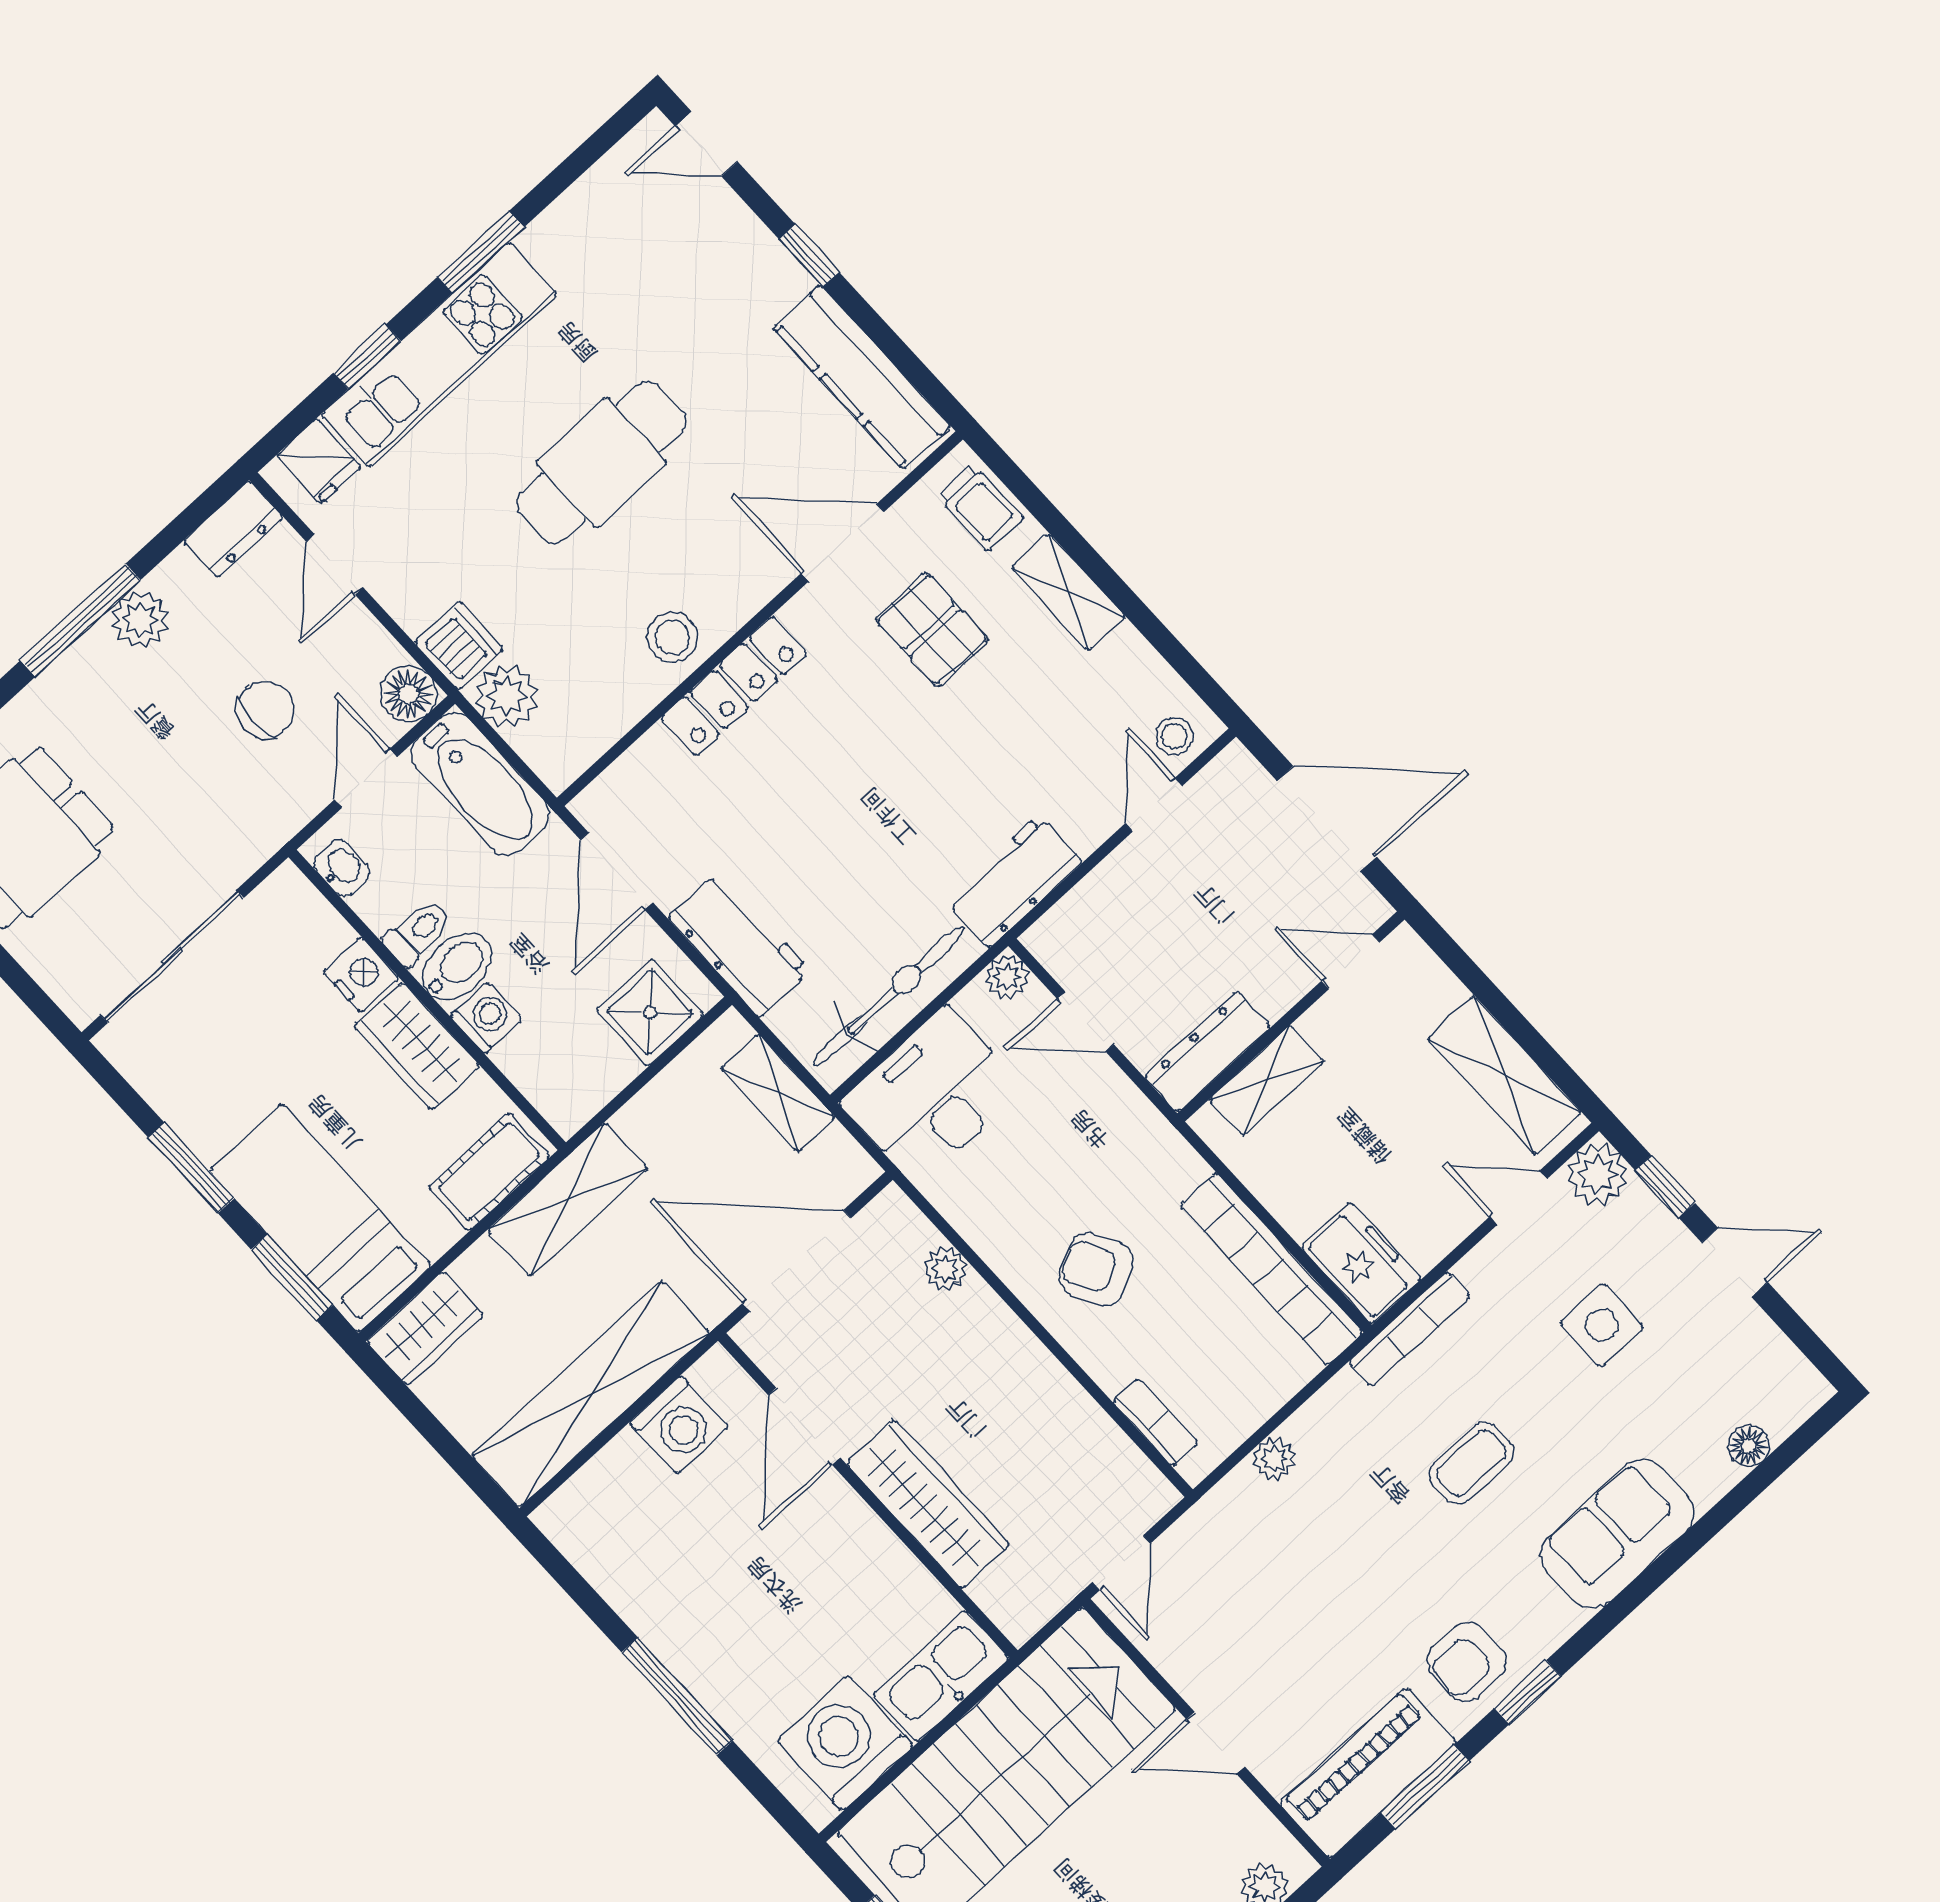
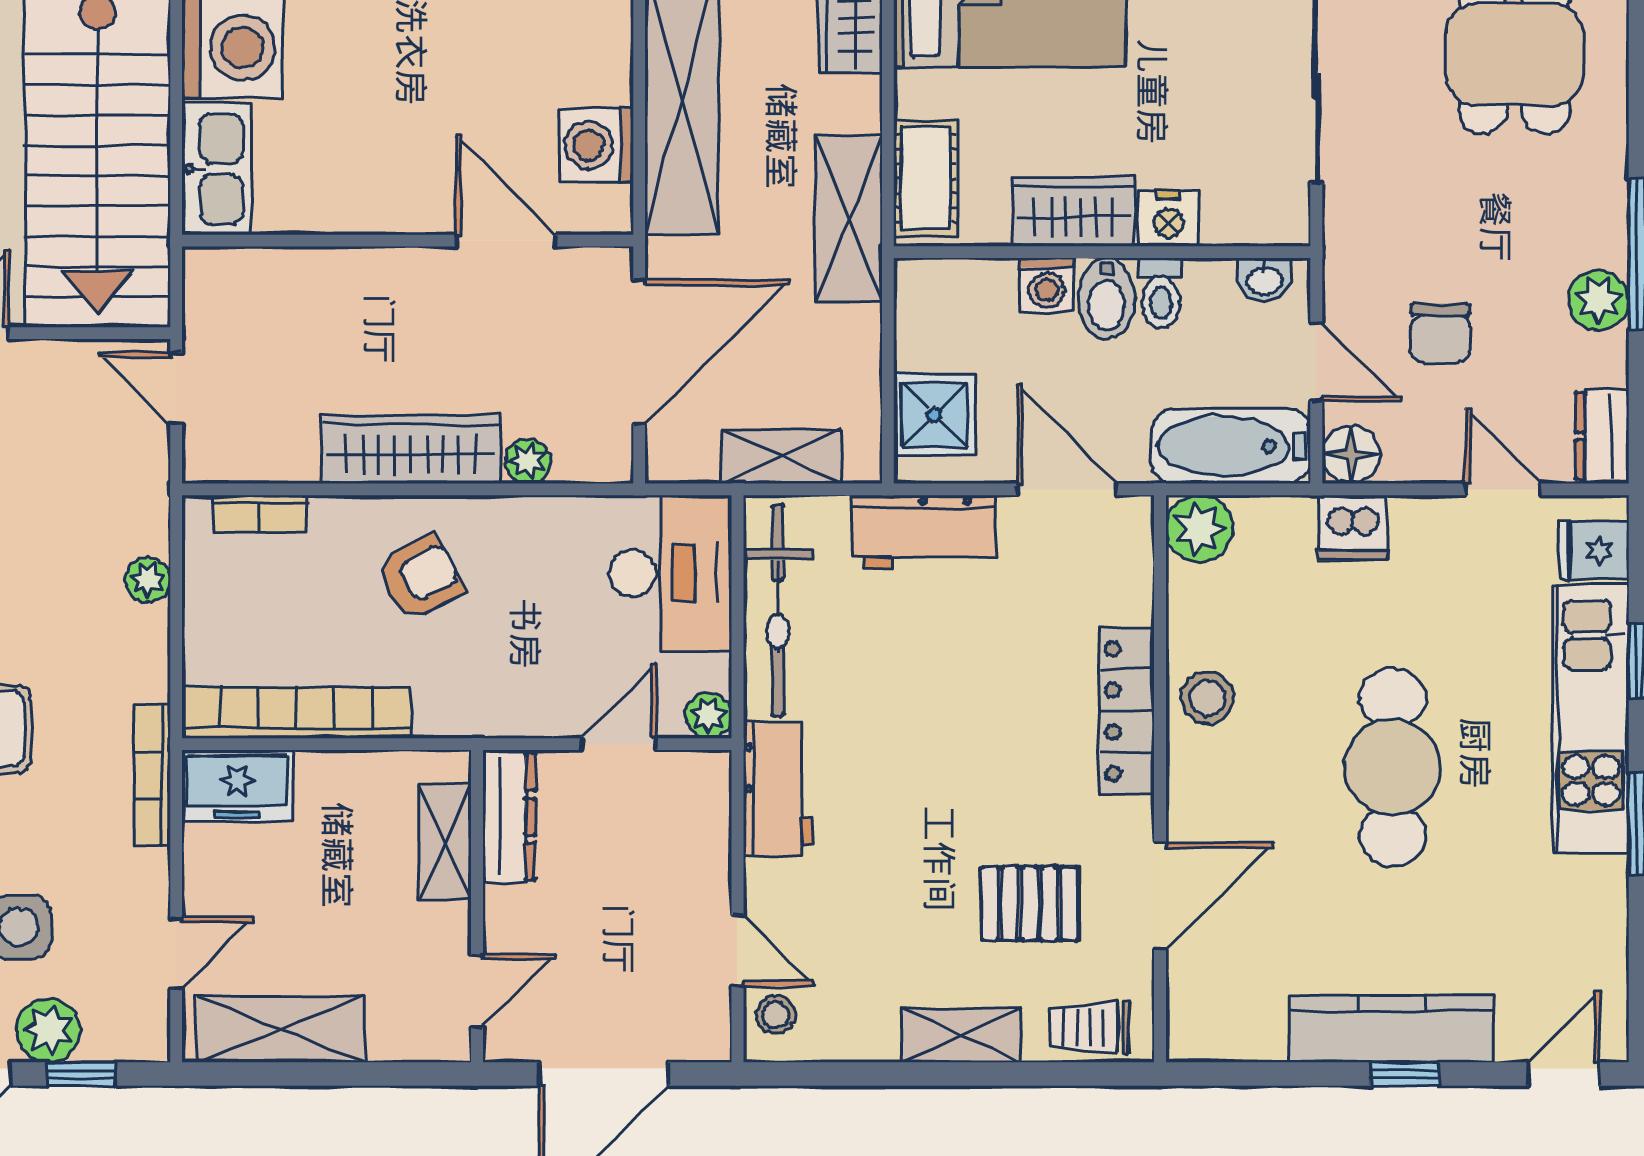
kitchen counter: (862, 377) -> (1391, 1029), moved
plant: (507, 696) -> (1199, 529), moved
plant: (1597, 1174) -> (49, 1030), moved
wardrobe: (928, 1504) -> (411, 449), moved, turned 180

